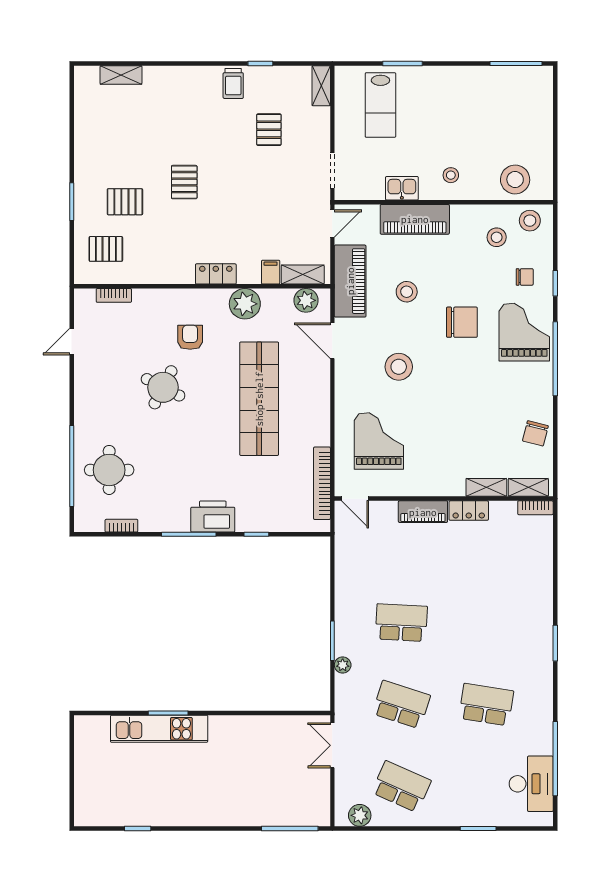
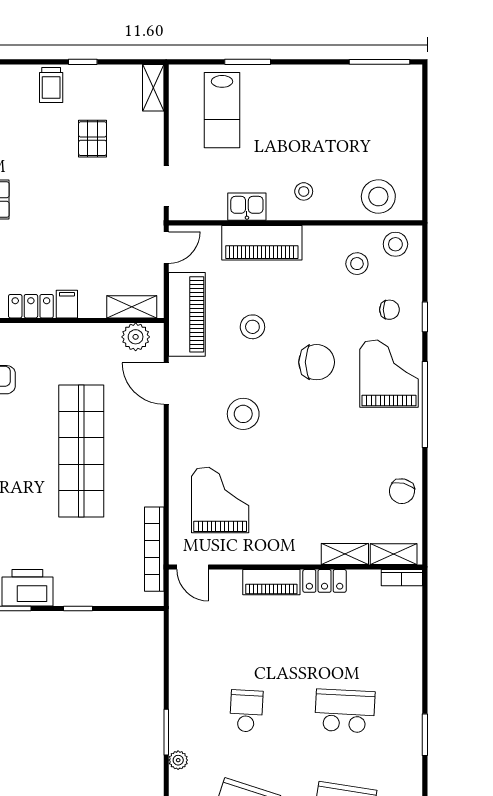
filing cabinet: (271, 272) -> (67, 304), moved
plant: (245, 304) -> (65, 341), removed
school desk: (401, 623) -> (246, 711), width x0.54
school desk: (486, 623) -> (345, 711), added

